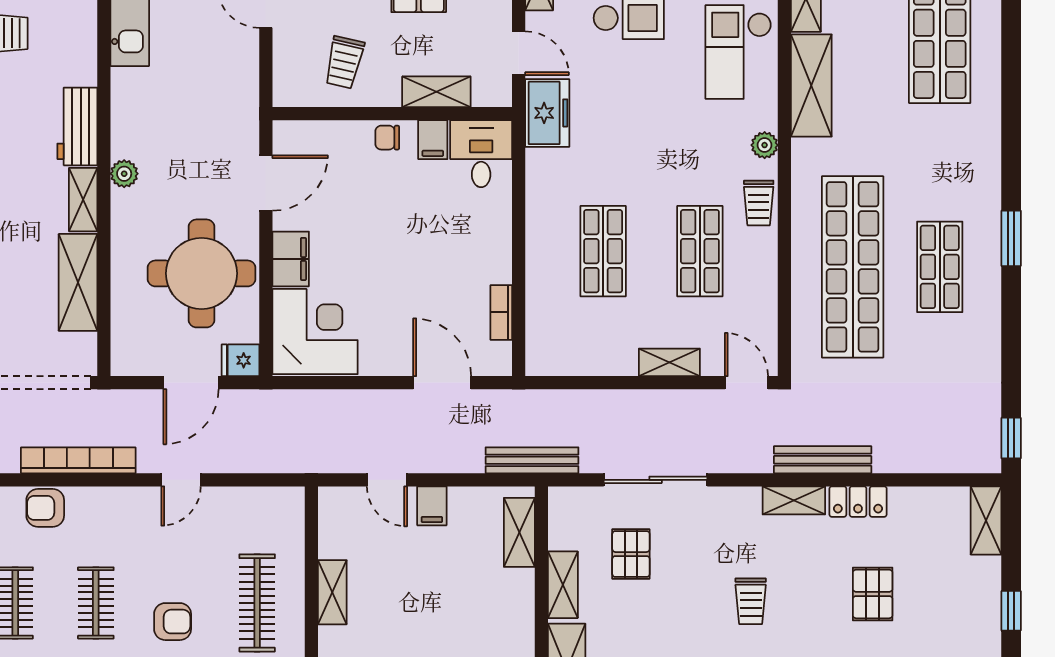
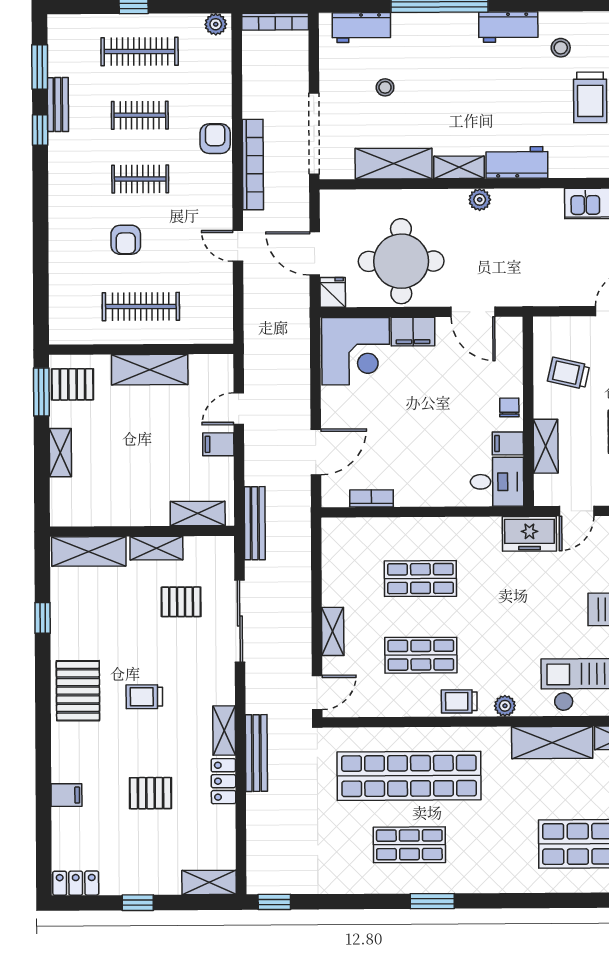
shelving: (332, 592) -> (150, 370), width x1.50, depth x1.33

